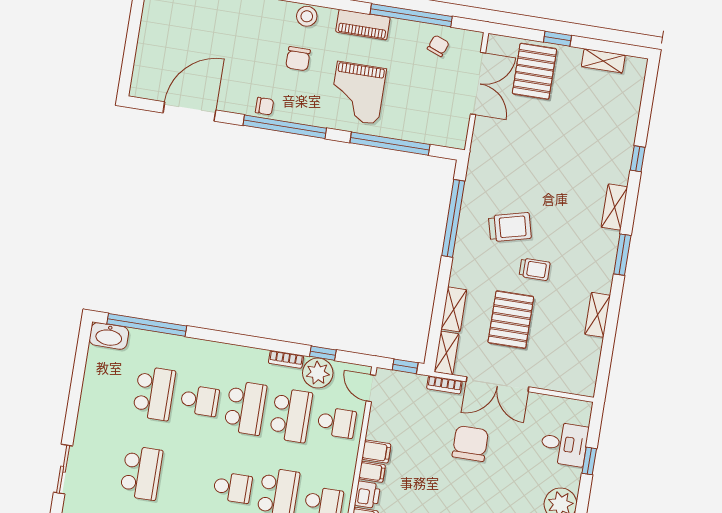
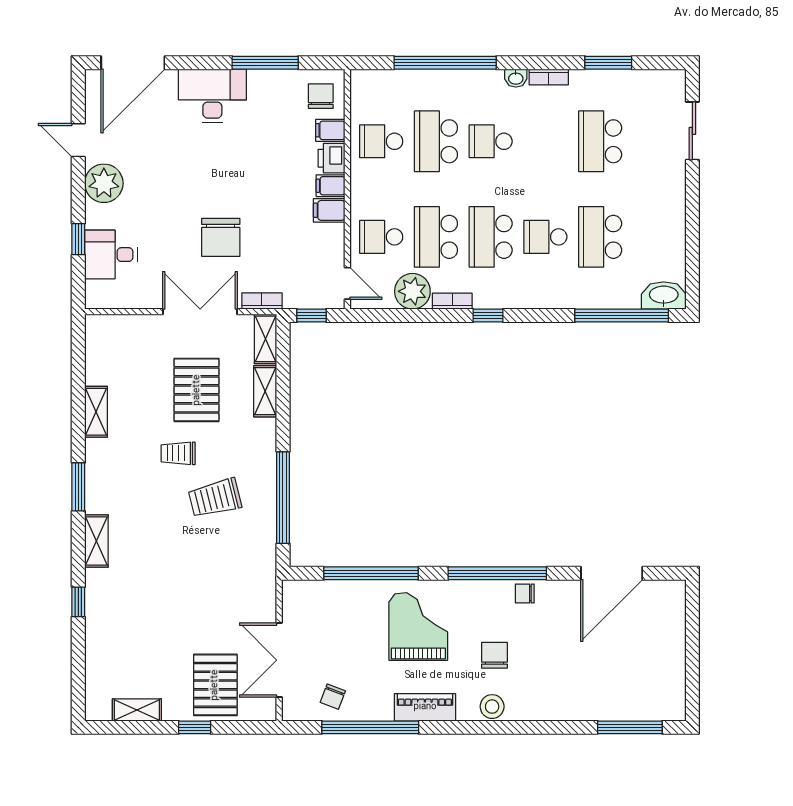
window: (323, 353) -> (488, 315), moved

